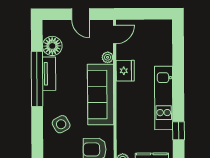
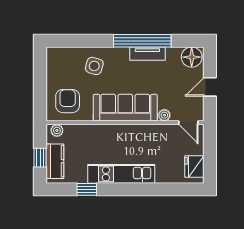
floor lamp: (52, 46) -> (192, 57), moved
fridge: (125, 71) -> (194, 167), moved, turned 90
side table: (61, 124) -> (94, 66), turned 45

